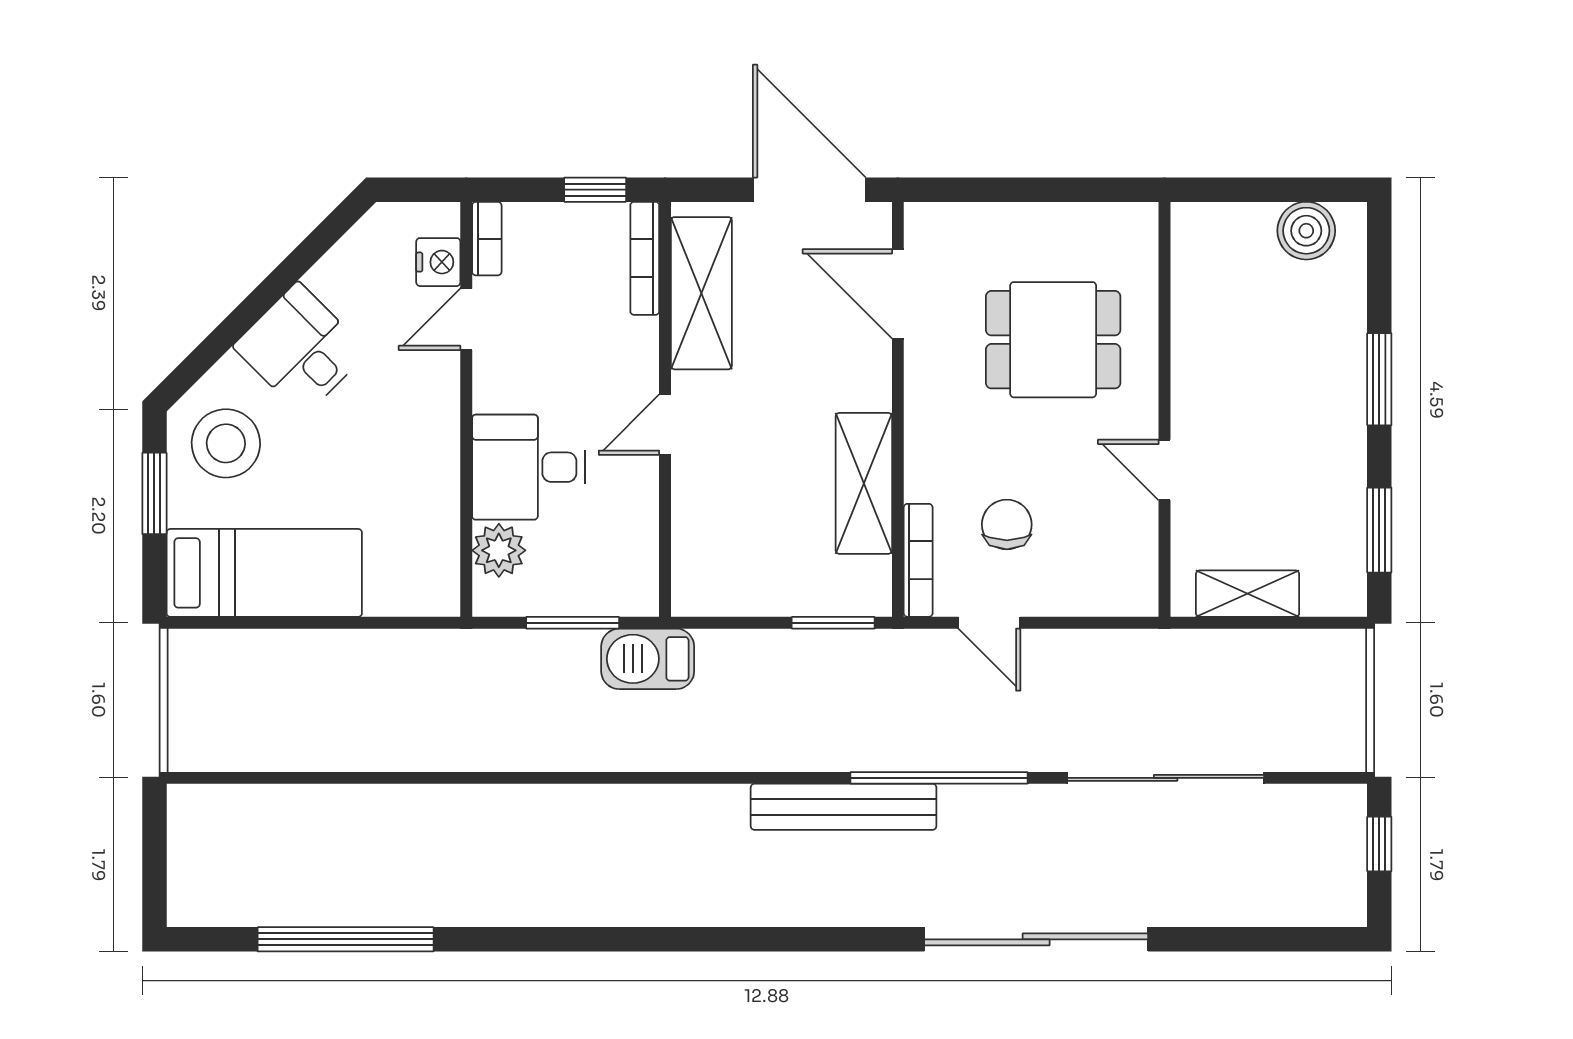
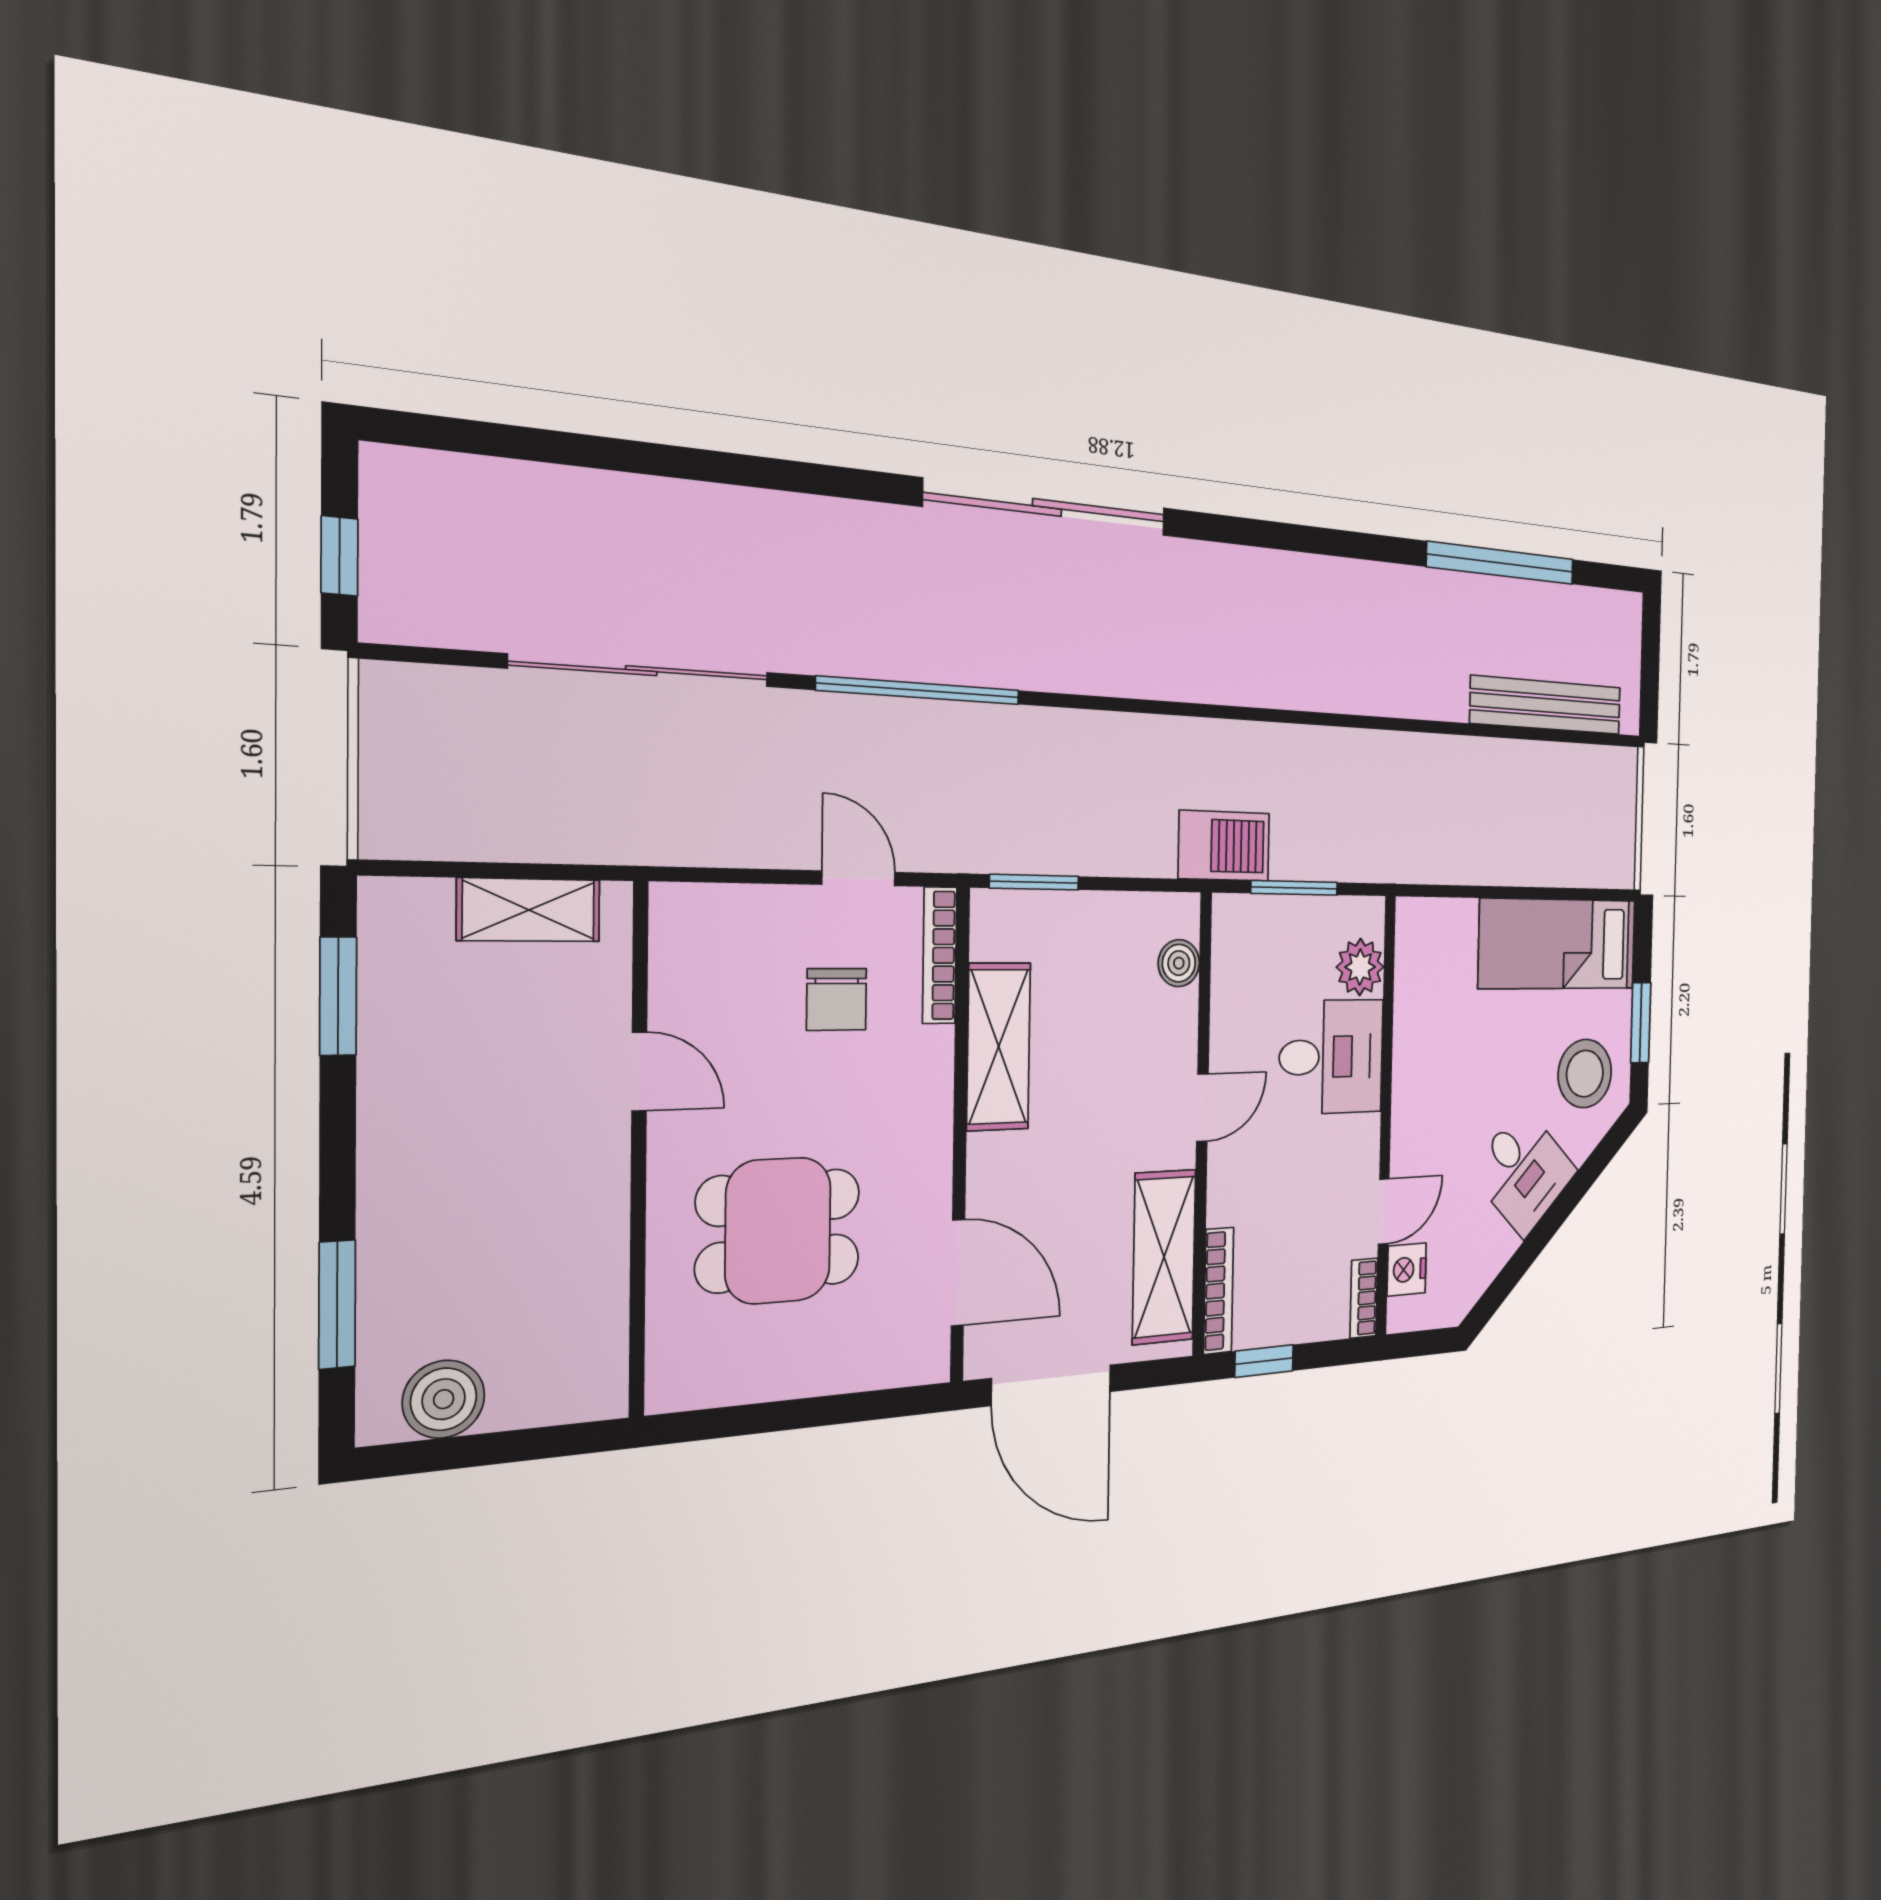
window: (1379, 379) -> (337, 1305), moved
boiler: (692, 554) -> (1179, 963), added
bench: (844, 807) -> (1546, 705), moved
sliding door: (1036, 939) -> (1047, 507), moved

